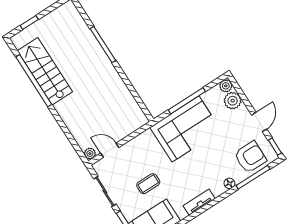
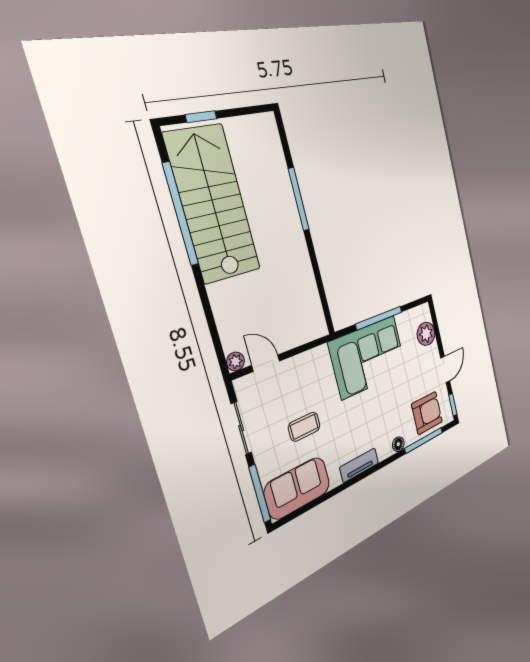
stairs: (45, 71) -> (213, 204), width x1.36, depth x1.51
plant: (226, 86) -> (424, 312), removed

